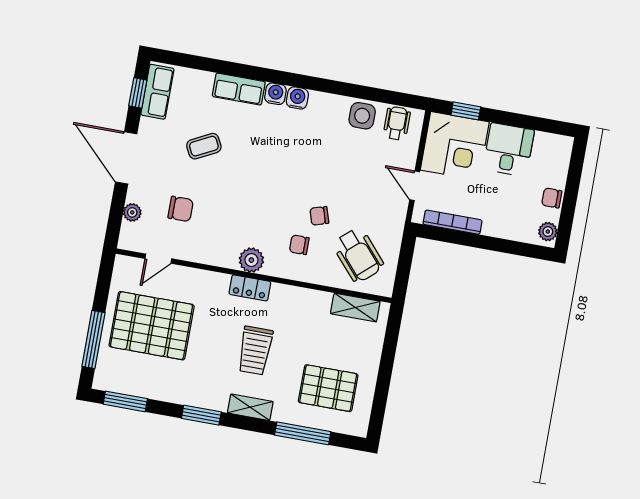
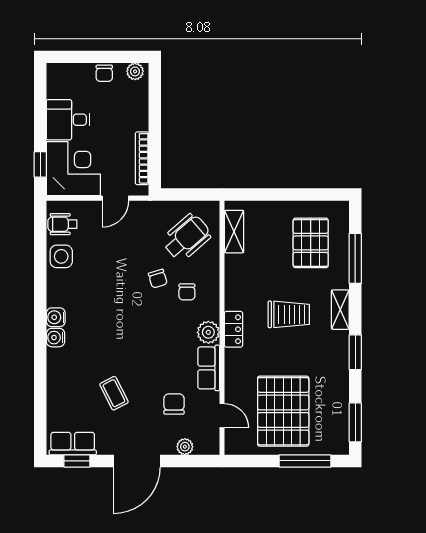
row of seats: (239, 89) -> (209, 368), moved, turned 180

